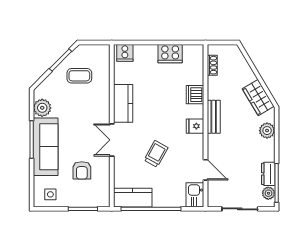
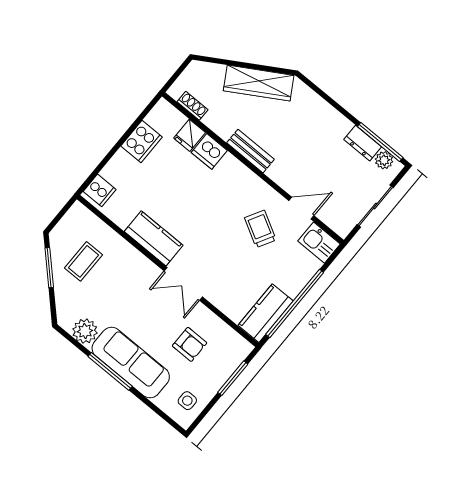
wardrobe: (258, 98) -> (259, 83), width x1.50
fridge: (195, 126) -> (190, 135), moved
plant: (267, 131) -> (314, 105), removed
trolley: (156, 154) -> (260, 229), moved

